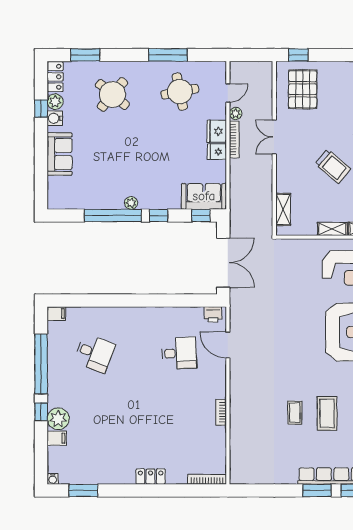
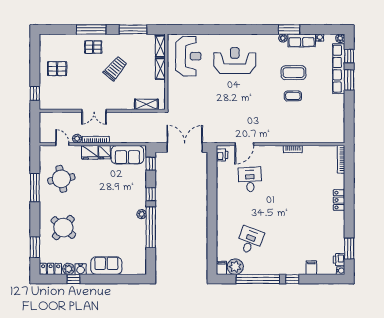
pallet: (303, 89) -> (57, 69), moved, width x0.67, depth x0.71
sofa: (204, 196) -> (127, 155), moved, turned -90
plant: (58, 419) -> (235, 267), moved
printer: (68, 477) -> (339, 260), added

